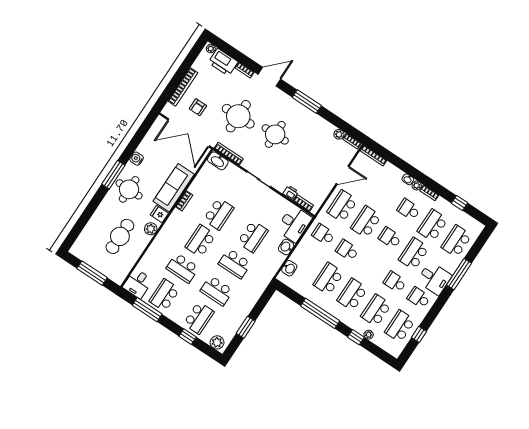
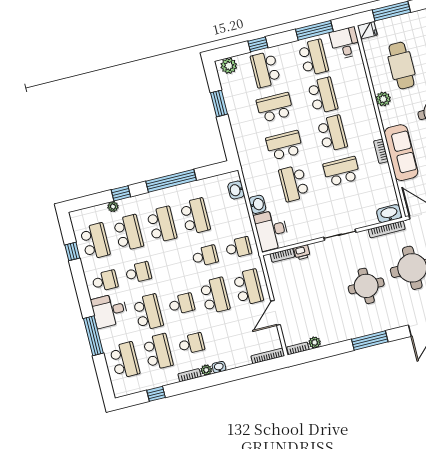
fridge: (159, 214) -> (367, 30), moved
school desk: (219, 214) -> (342, 171), turned 90
school desk: (183, 268) -> (323, 95), turned 90

